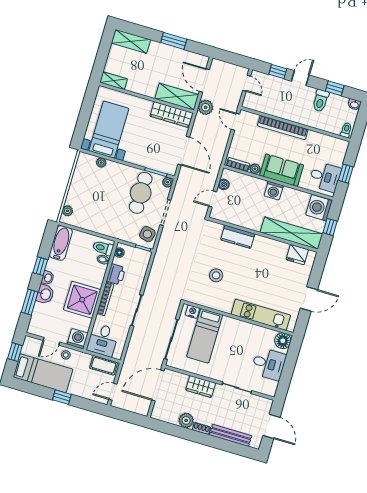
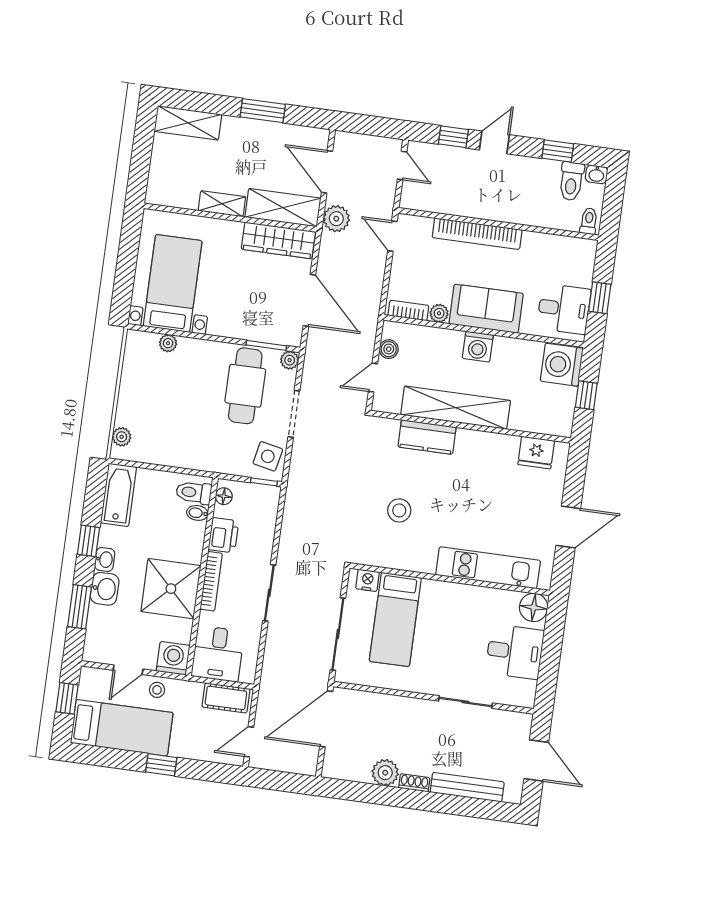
shelving: (114, 81) -> (222, 204), moved
toilet: (321, 101) -> (571, 181), moved
shelving: (291, 233) -> (456, 408), moved
wardrobe: (201, 387) -> (402, 710), removed

